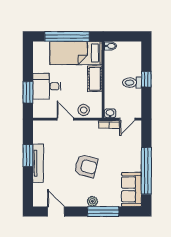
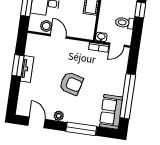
toilet: (132, 83) -> (125, 23), moved
stool: (84, 110) -> (46, 26), moved
tv unit: (38, 163) -> (27, 69), width x0.71
plant: (92, 201) -> (59, 116), moved

